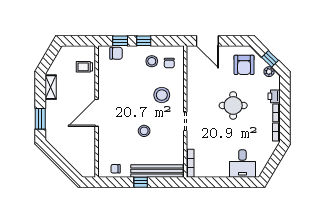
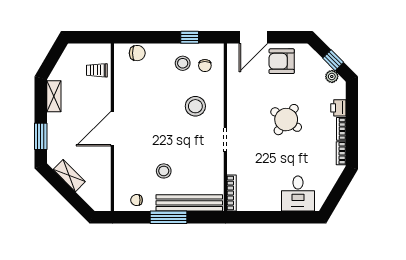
window: (120, 41) -> (142, 37), removed
window: (144, 41) -> (190, 37), moved
door: (207, 41) -> (253, 37), hinge flipped
armchair: (244, 65) -> (282, 61), moved, turned 90
round table: (233, 105) -> (286, 120), turned 35
stool: (144, 131) -> (164, 171), moved
shelving: (63, 150) -> (69, 176), added
window: (141, 182) -> (169, 217), width x2.17

